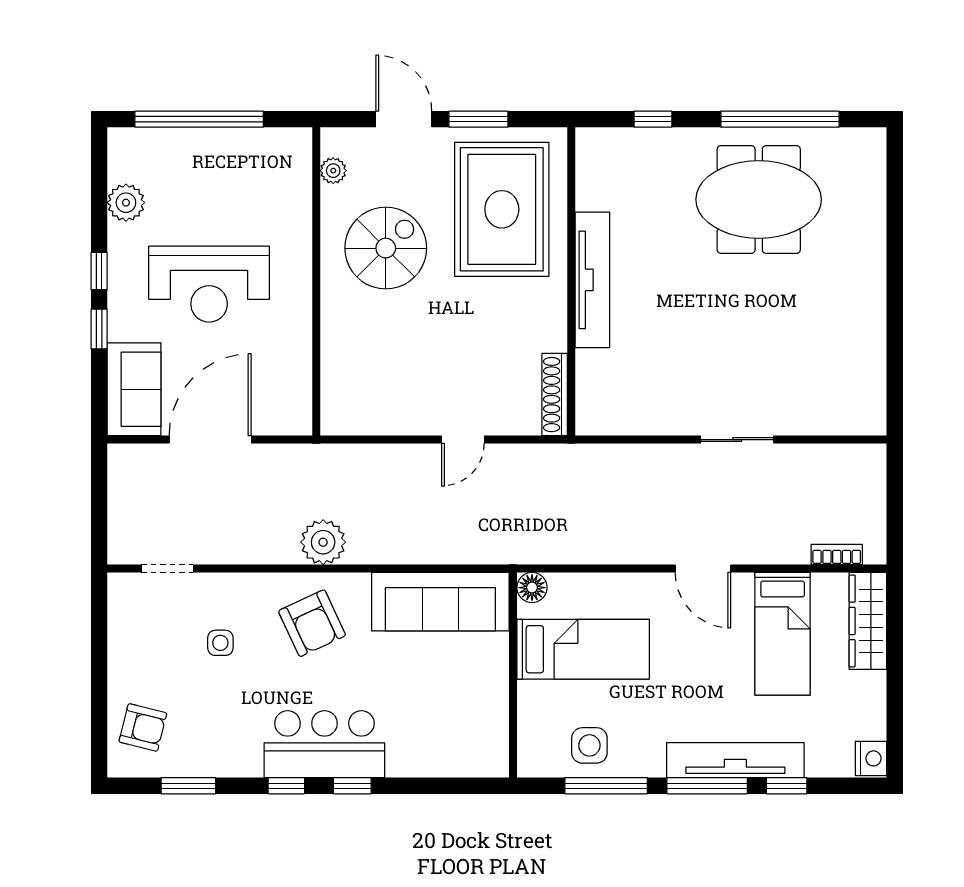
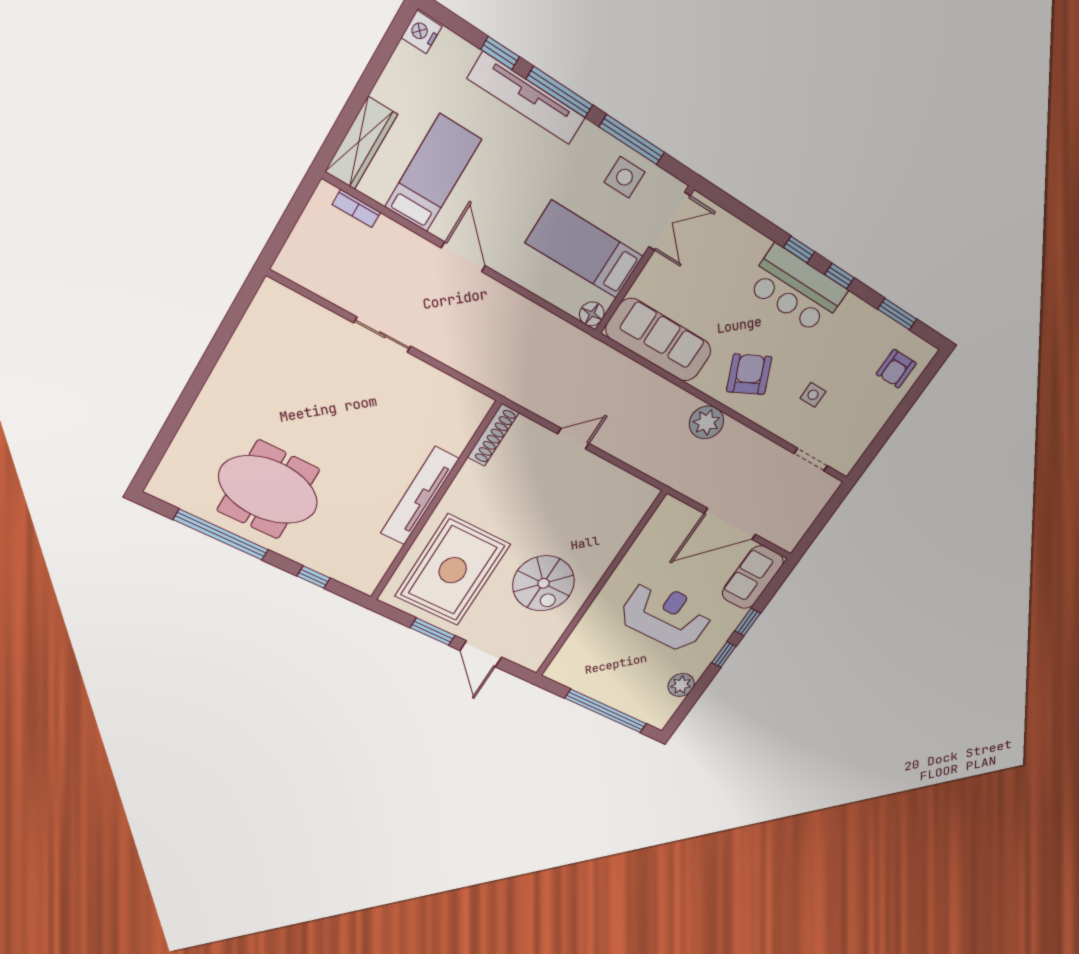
plant: (333, 171) -> (545, 645), removed
spiral stairs: (386, 248) -> (544, 583), turned -90
armchair: (143, 727) -> (896, 369), turned -104
double door: (513, 730) -> (670, 221), added

